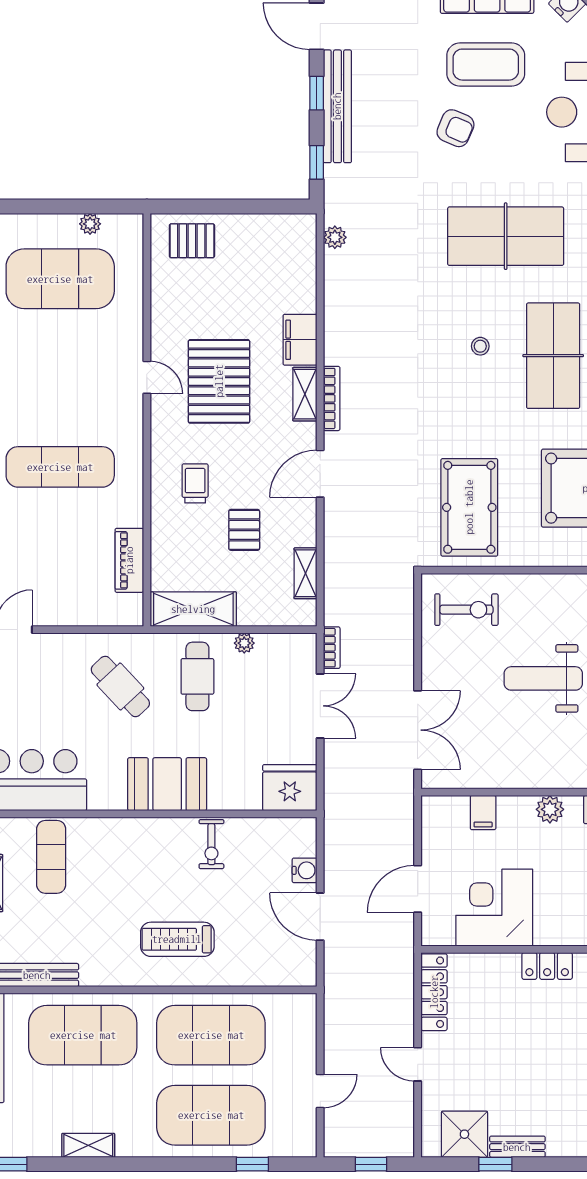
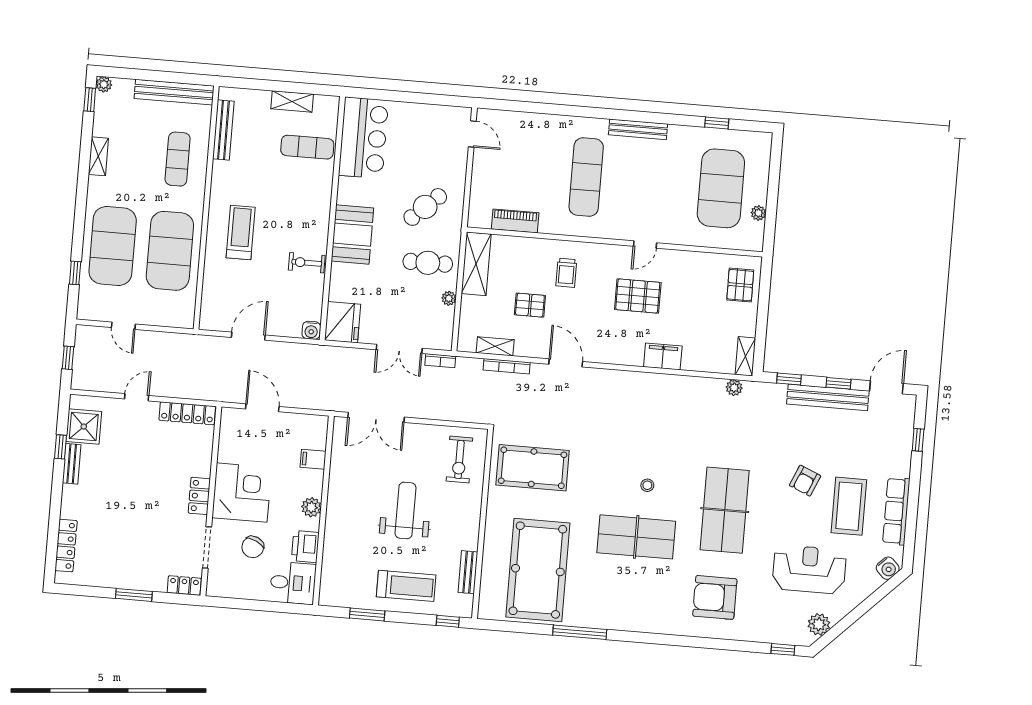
pallet: (219, 381) -> (638, 296), width x0.73, depth x0.71
shelving: (305, 394) -> (745, 356), moved, turned 90
bookcase: (332, 398) -> (507, 366), moved
trolley: (195, 483) -> (566, 273), turned 90
water cooler: (305, 870) -> (311, 330), moved
corner desk: (494, 908) -> (242, 493), moved
exercise mat: (83, 1035) -> (178, 159), width x0.50, depth x0.69

